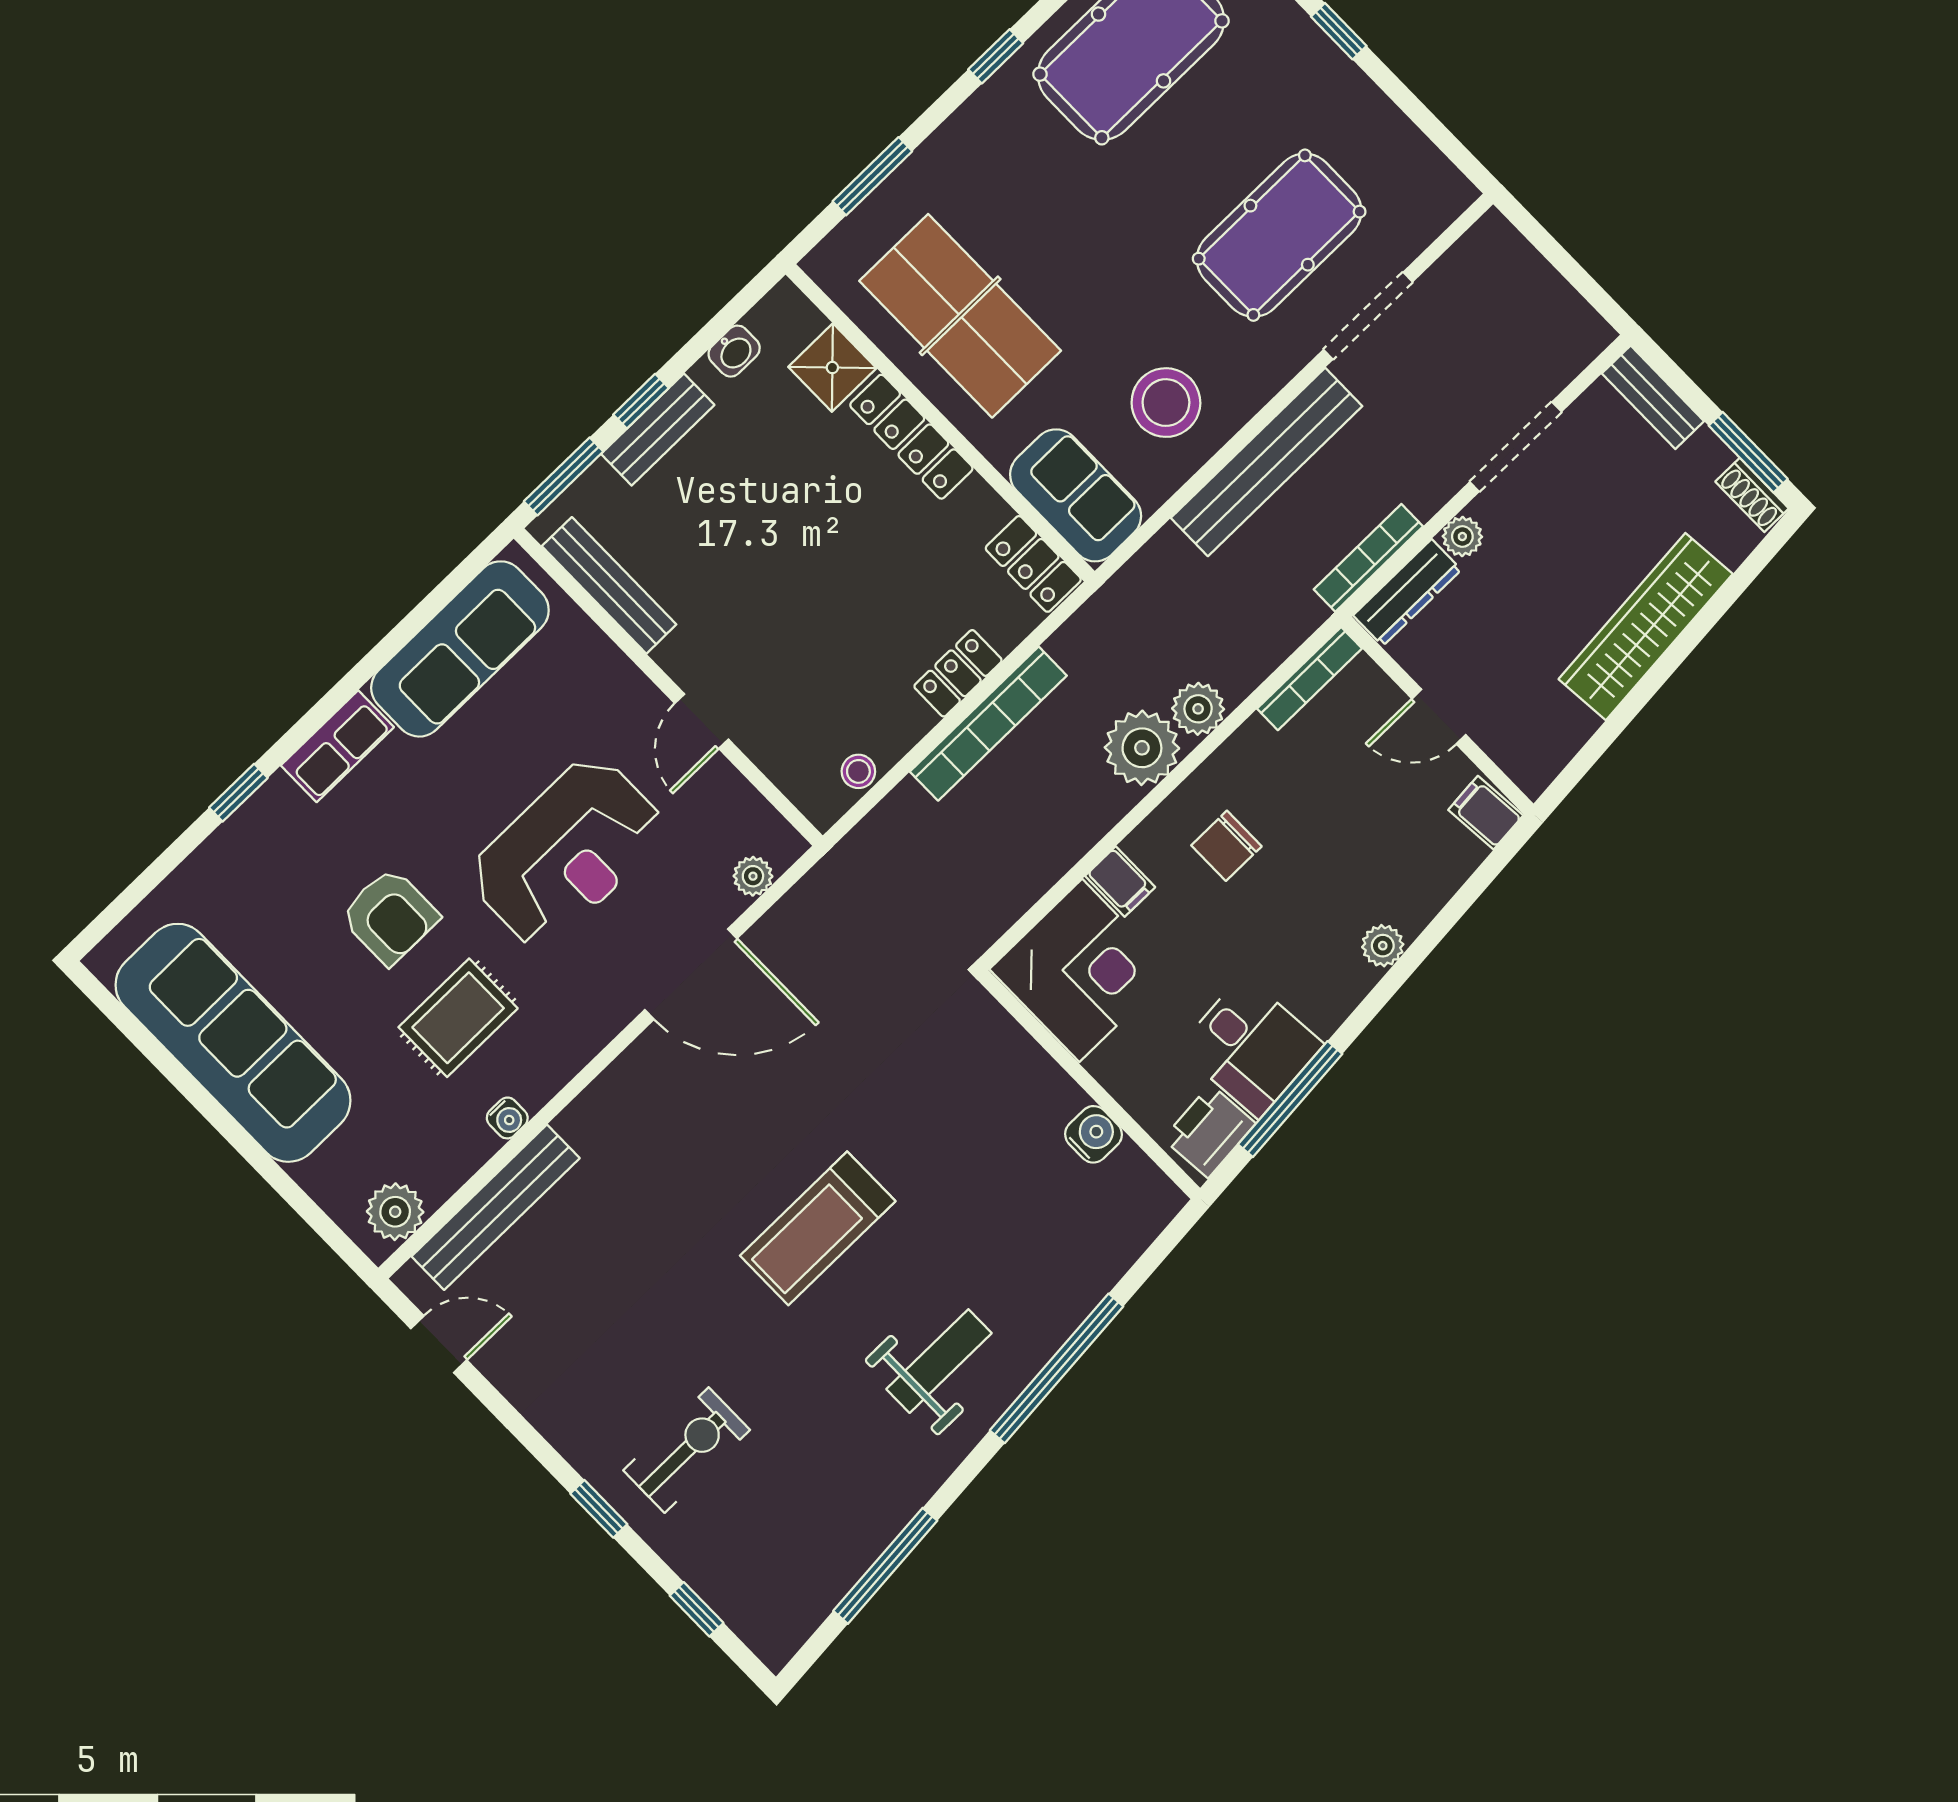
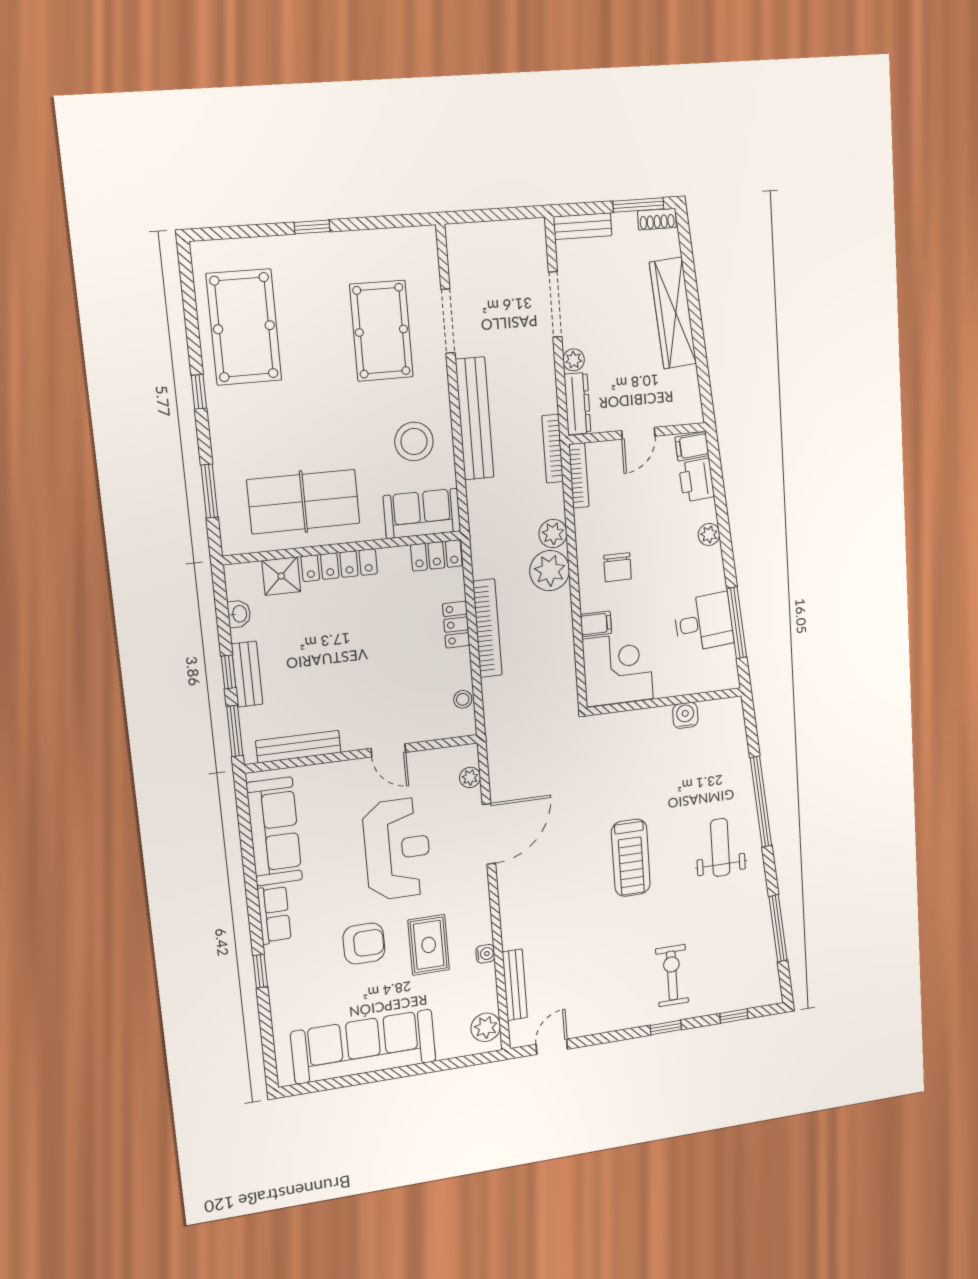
bookcase: (1368, 558) -> (553, 449), moved
printer: (1209, 1131) -> (697, 480), moved
bench: (496, 1207) -> (515, 985), width x0.73, depth x0.82

